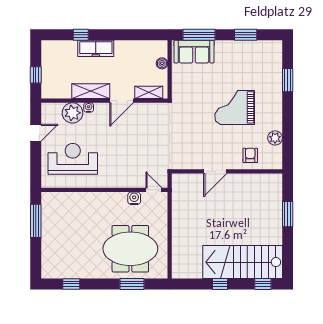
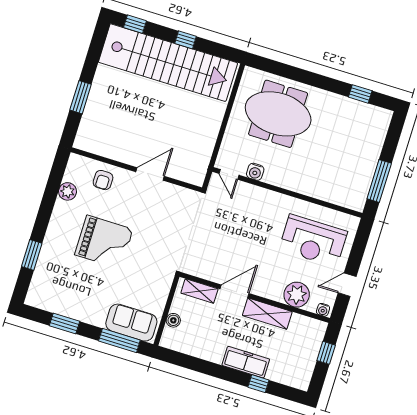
water cooler: (89, 107) -> (323, 310), moved
stairs: (243, 262) -> (168, 63), width x1.36
window: (132, 284) -> (289, 72), removed

